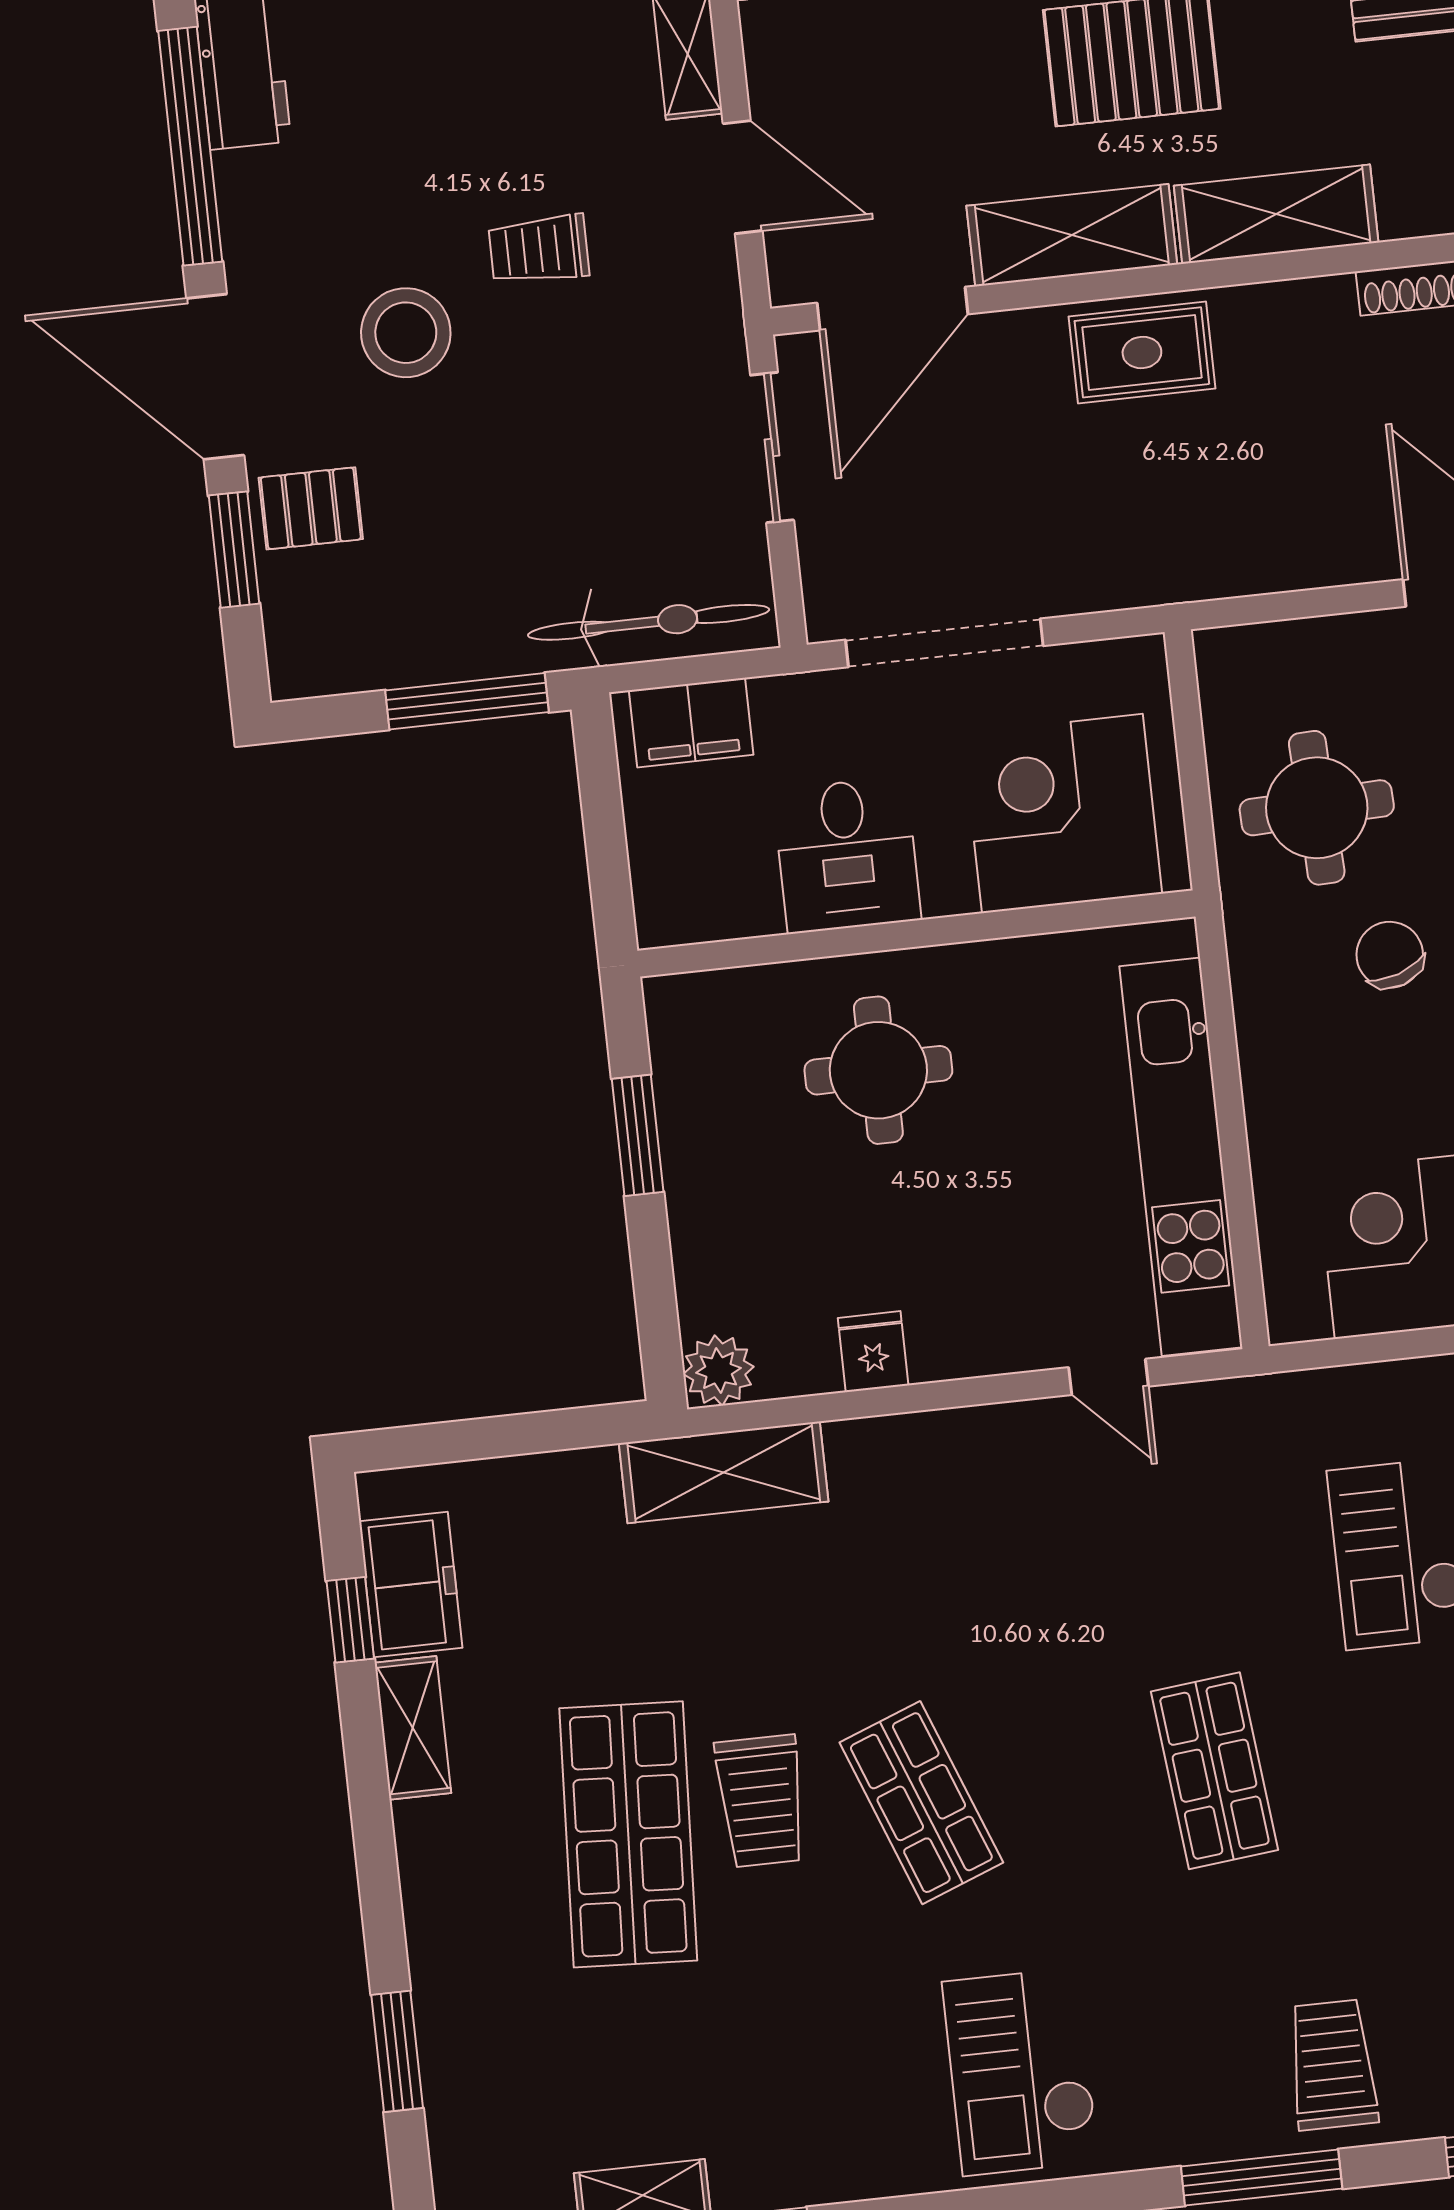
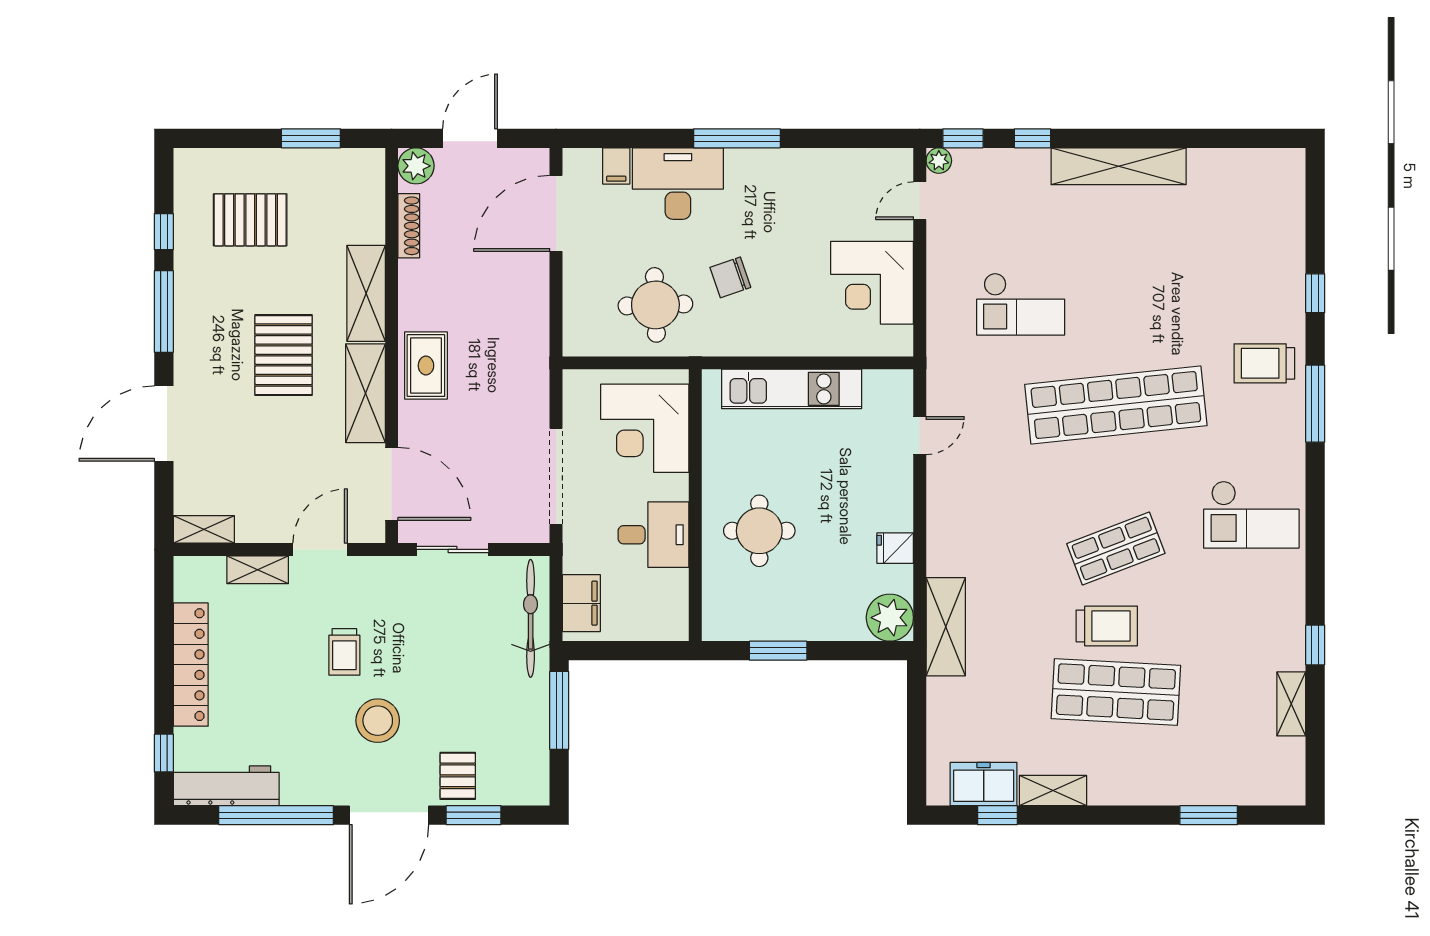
kitchen unit: (1181, 1157) -> (792, 389), width x0.73
plant: (718, 1370) -> (890, 618), width x1.36, depth x1.36
shop shelf: (1214, 1771) -> (1116, 405), width x2.00, depth x1.36

